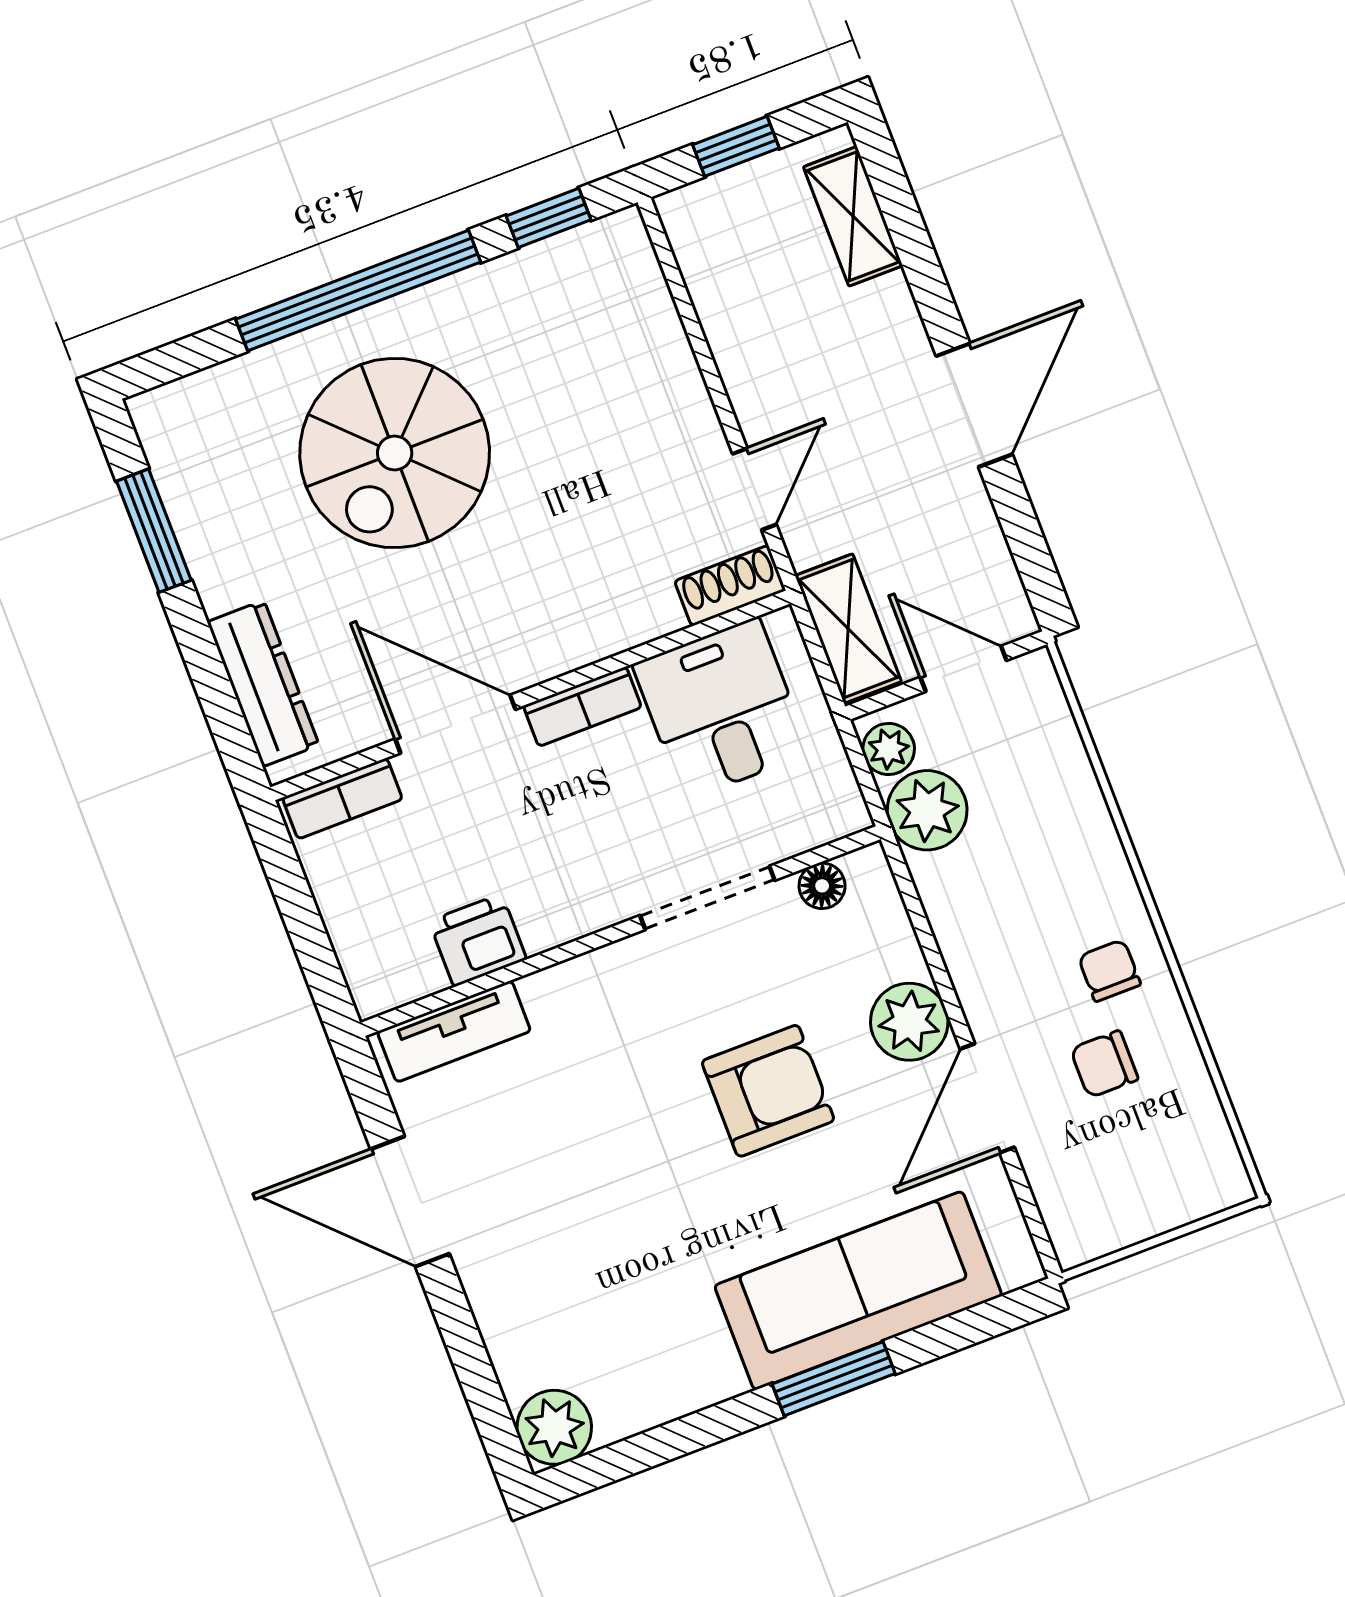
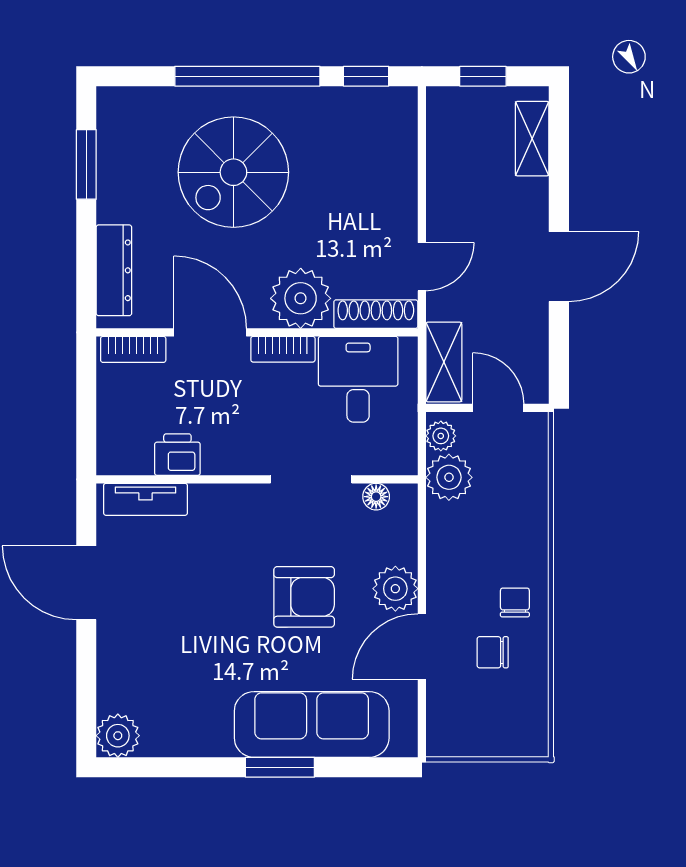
shoe rack: (730, 586) -> (376, 314), width x1.43
plant: (580, 614) -> (301, 298), added

